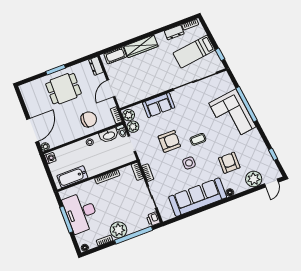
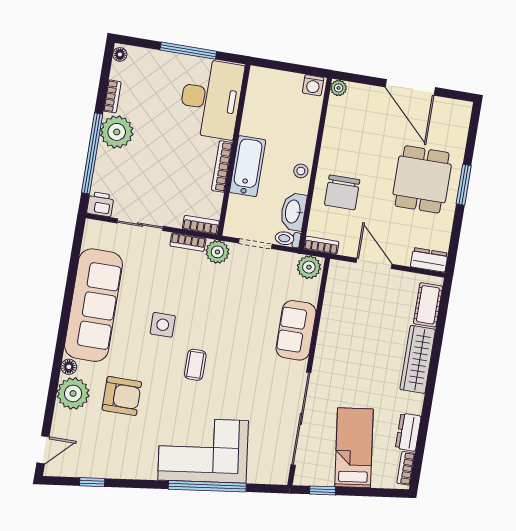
plant: (133, 127) -> (217, 252), moved
door: (33, 130) -> (410, 87), moved
armchair: (169, 141) -> (221, 312), removed
bathtub: (72, 177) -> (248, 166), moved
plant: (254, 179) -> (73, 393), moved
door: (271, 183) -> (43, 450), swing flipped
desk: (81, 213) -> (211, 99), moved, turned 90

